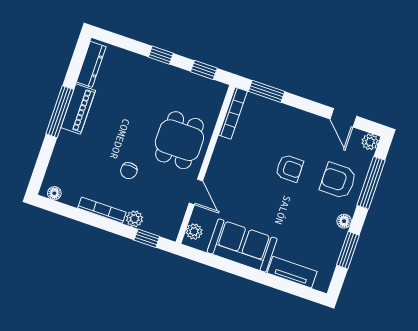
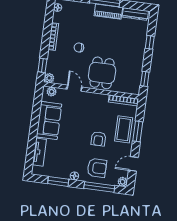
window: (161, 55) -> (150, 42), moved
window: (267, 91) -> (138, 131), moved
coffee table: (282, 123) -> (124, 129), added
dining table: (179, 140) -> (102, 73), turned 90
armchair: (338, 181) -> (97, 168), turned 90
door: (196, 192) -> (74, 88), swing flipped
plant: (134, 219) -> (49, 78), moved

